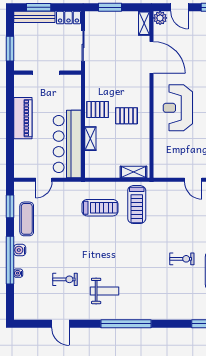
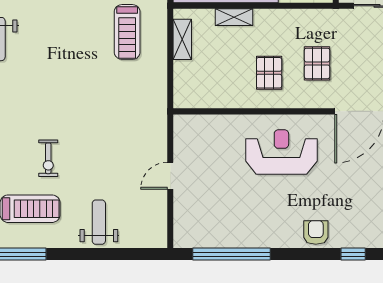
pallet: (98, 110) -> (317, 63), moved
shelving: (133, 172) -> (182, 39), moved
treadmill: (137, 205) -> (132, 89), removed

